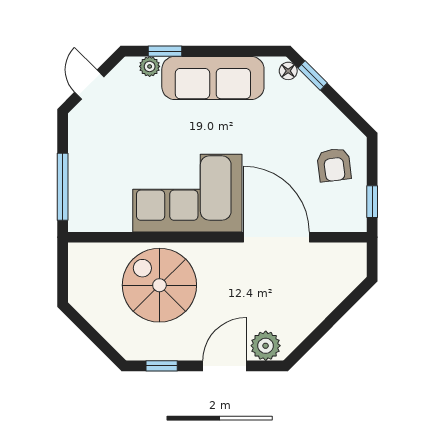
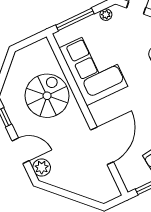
plant: (78, 136) -> (106, 15), added
corner sofa: (187, 193) -> (93, 67), moved

